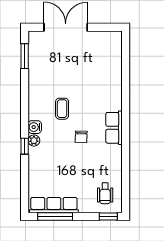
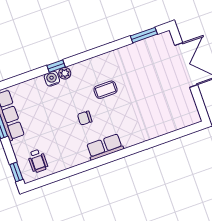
water cooler: (35, 127) -> (52, 79), moved
wheelchair: (105, 193) -> (38, 161), turned -90

